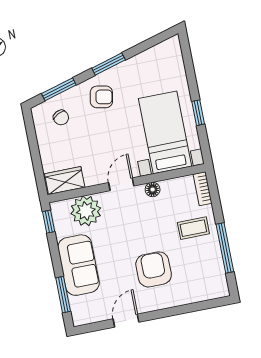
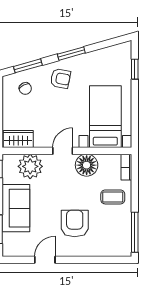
window: (198, 113) -> (135, 69), moved
floor lamp: (153, 189) -> (87, 165), width x1.89, depth x1.89
window: (225, 248) -> (135, 232), moved

